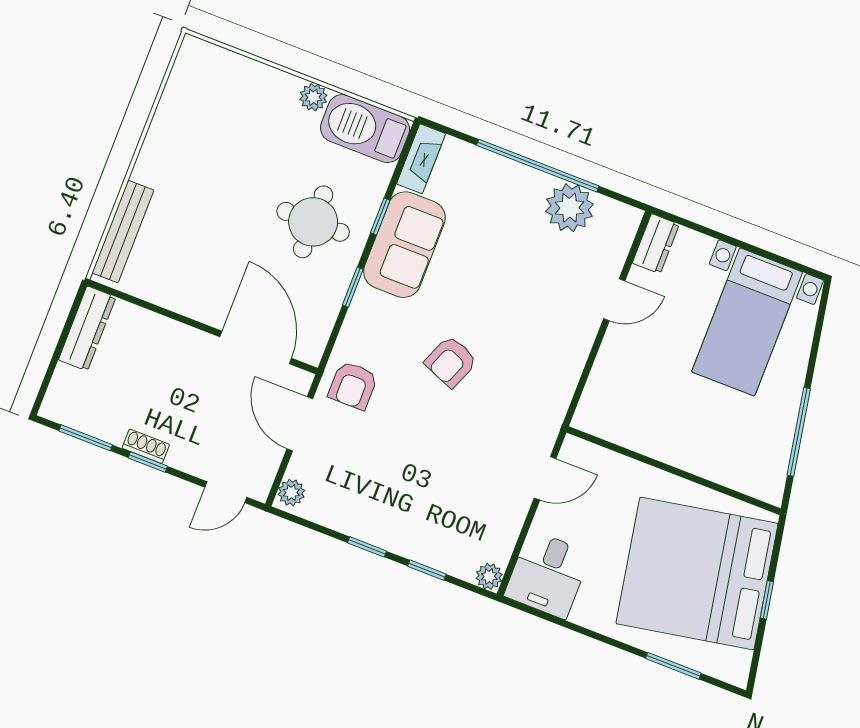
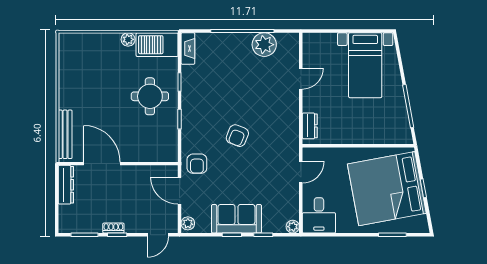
dresser: (656, 244) -> (310, 126), moved
sofa: (404, 245) -> (236, 219), moved, turned -90
door: (256, 347) -> (102, 164), moved

